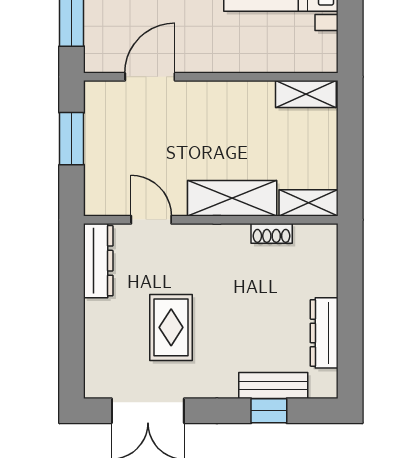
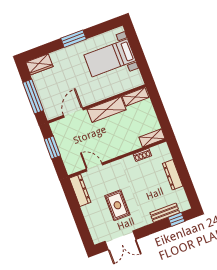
shelving: (232, 198) -> (107, 110), moved
dresser: (324, 333) -> (173, 175), moved
window: (269, 411) -> (176, 219), moved

